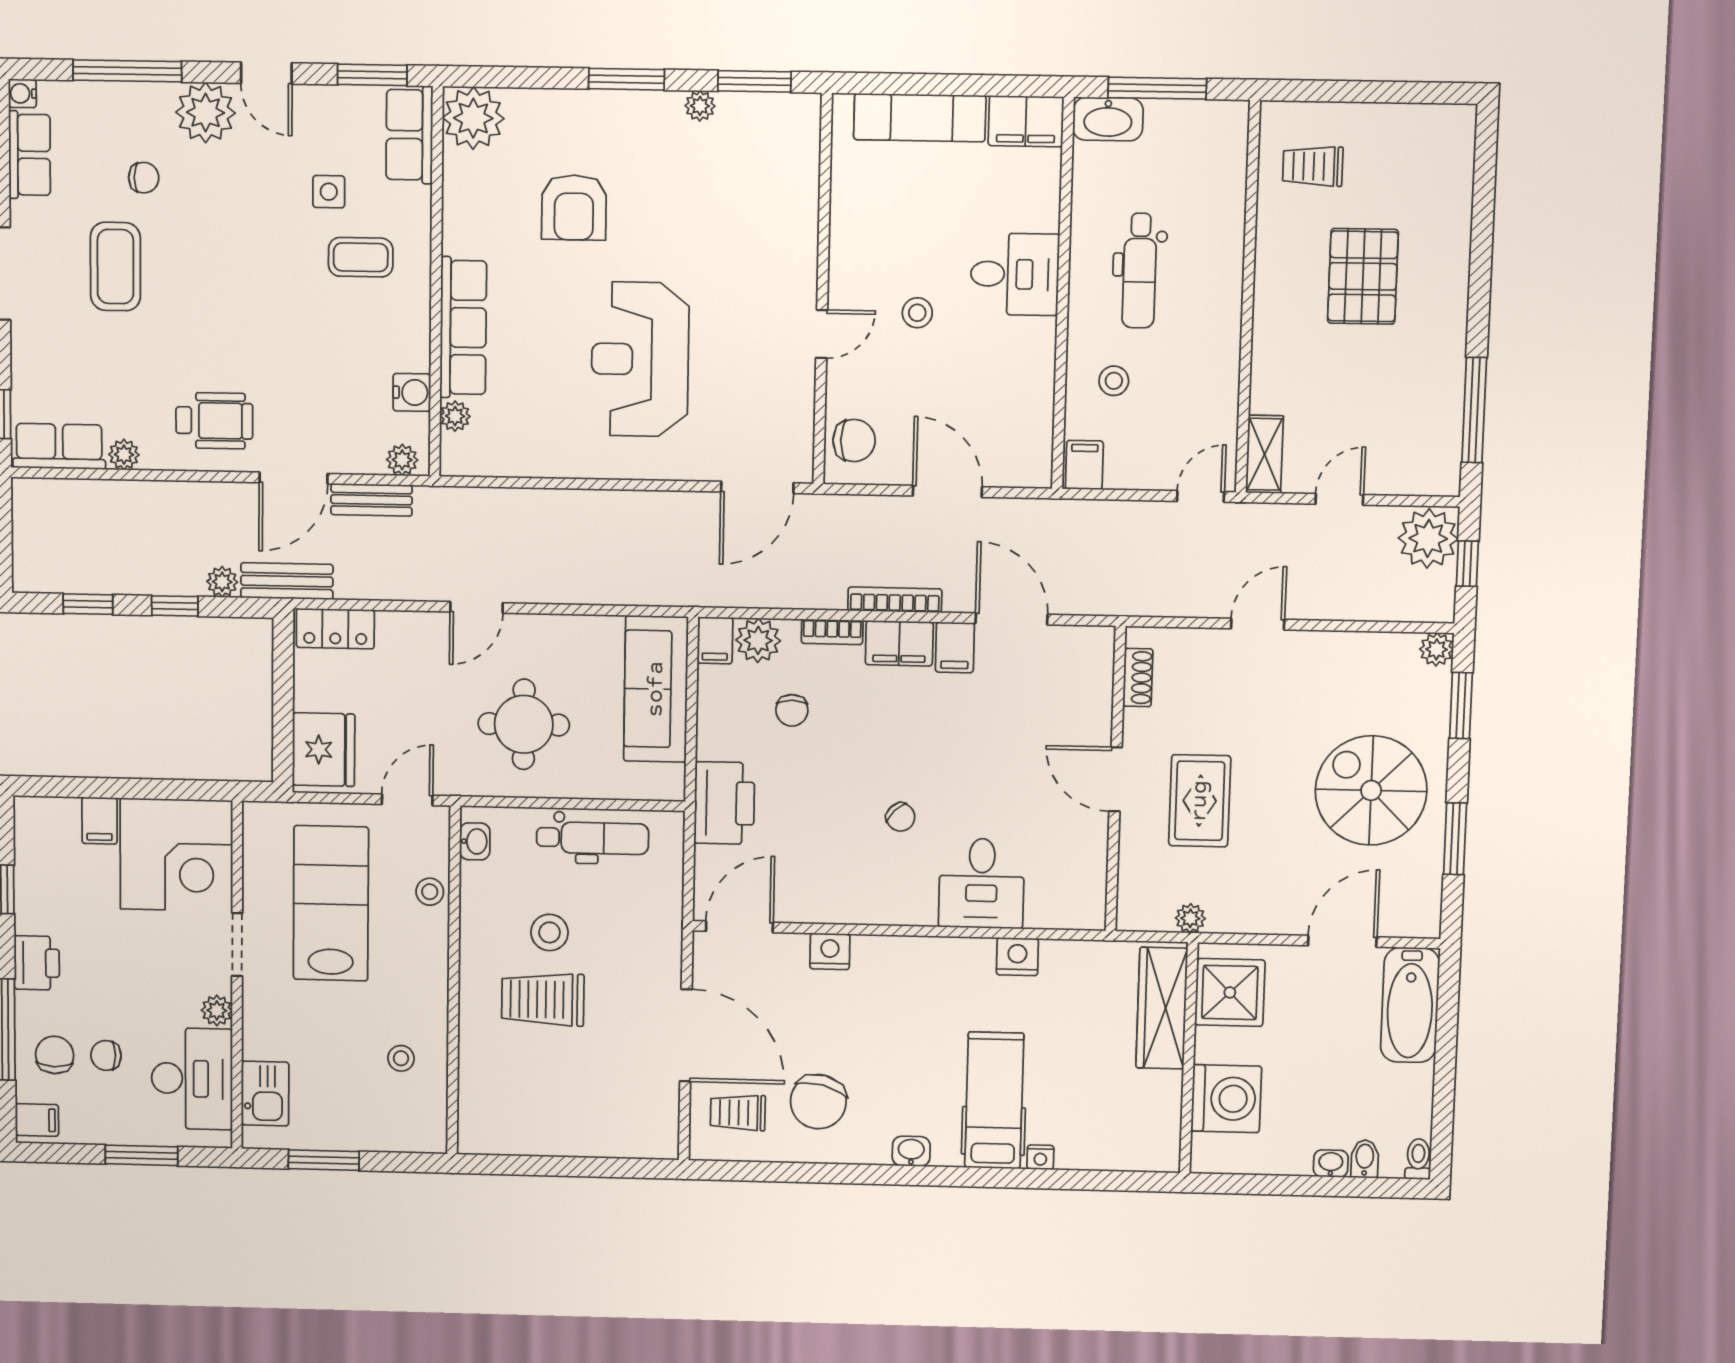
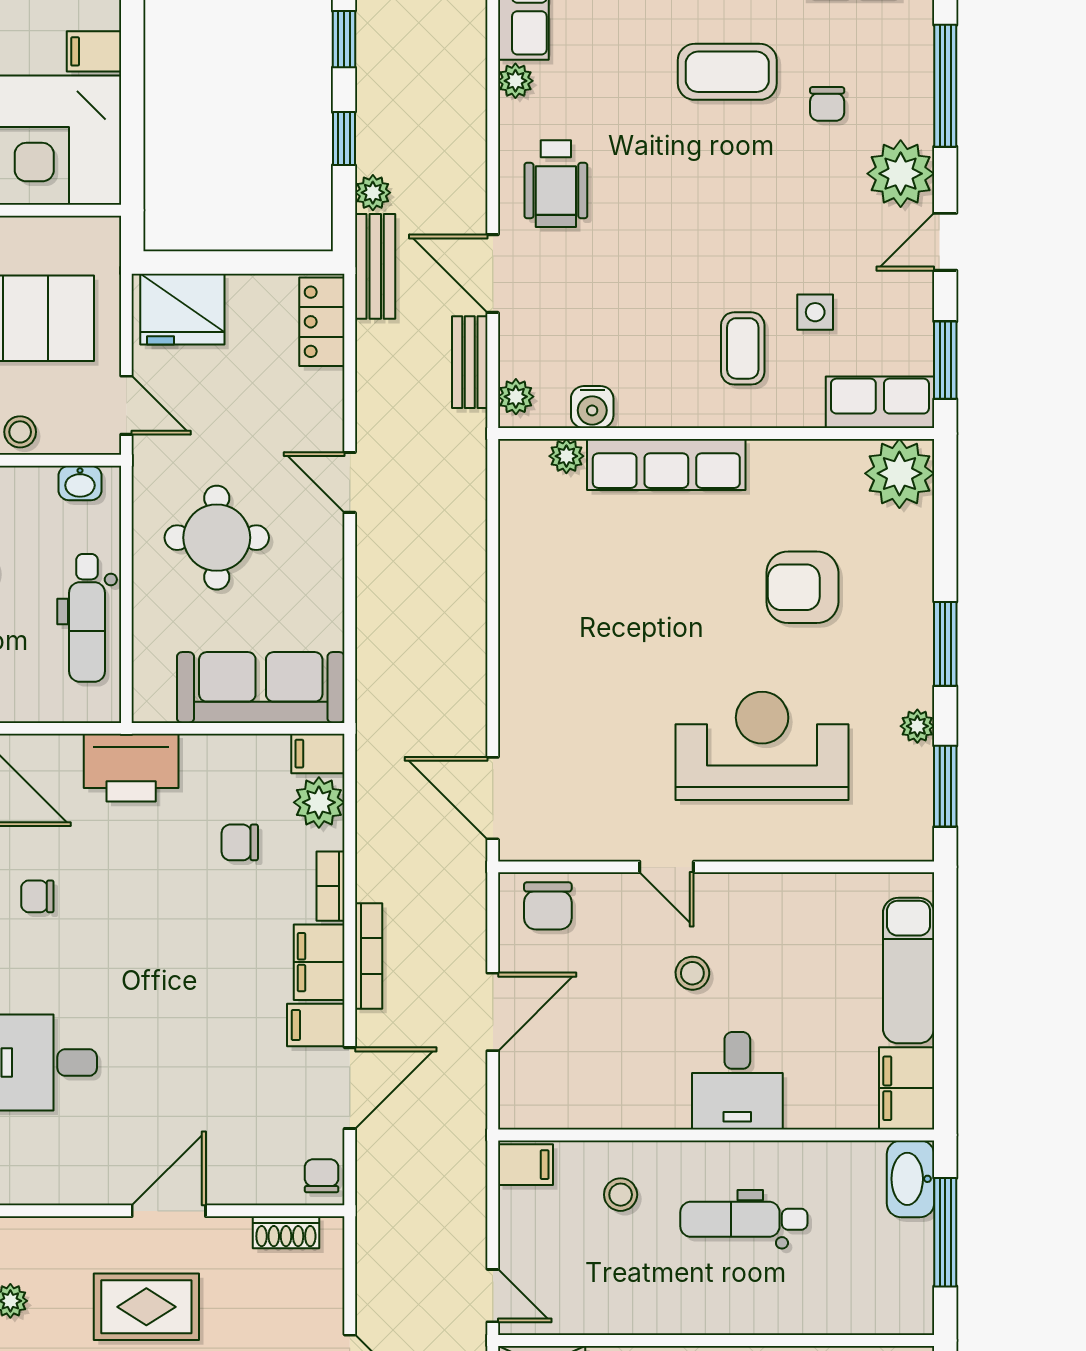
reception desk: (640, 359) -> (762, 746), moved
chair: (1089, 645) -> (322, 1176), added
chair: (901, 817) -> (37, 896), moved, turned 45

